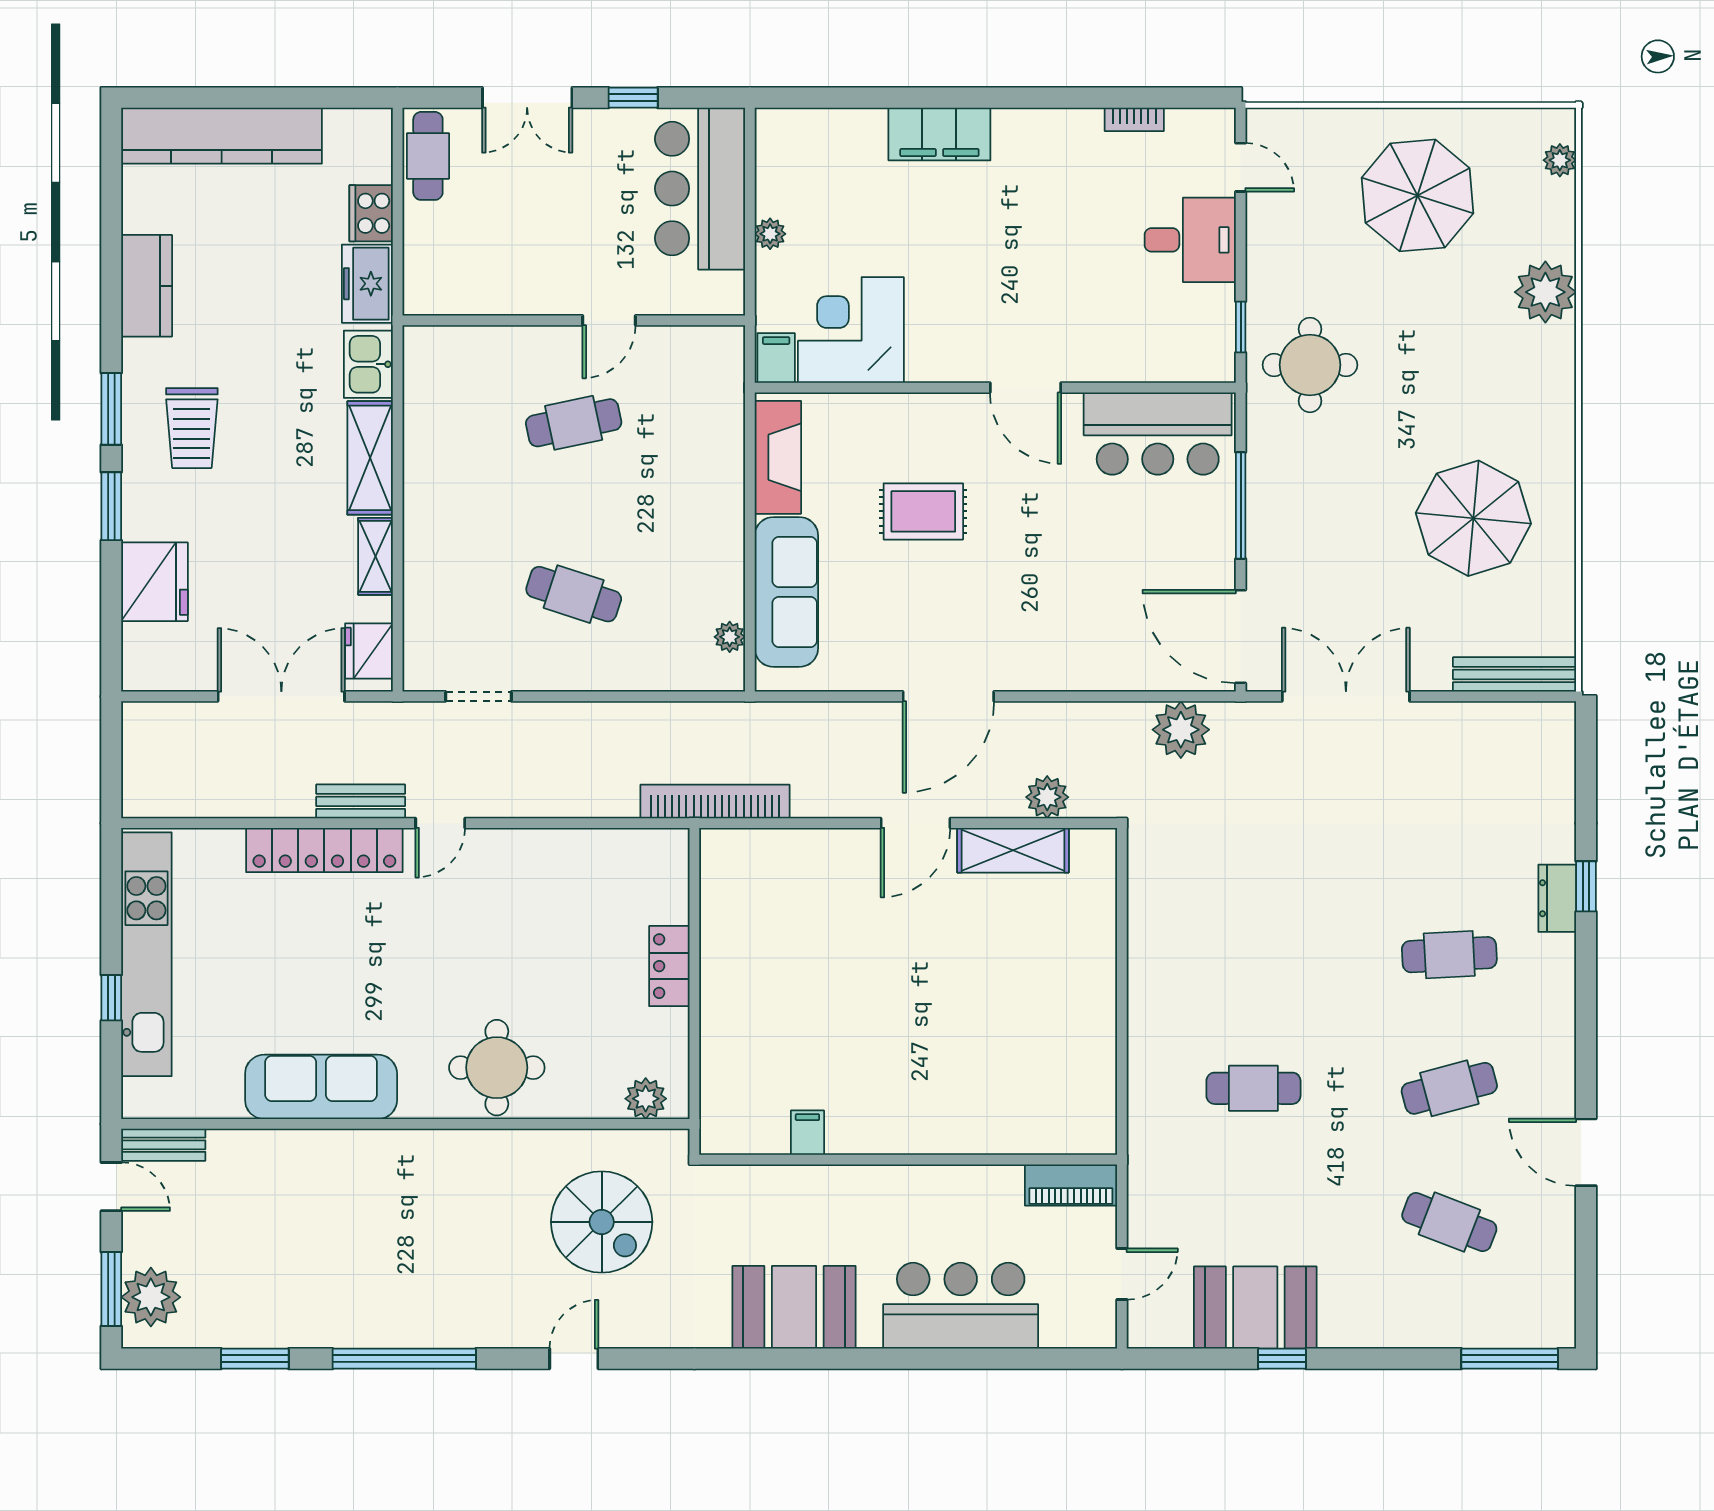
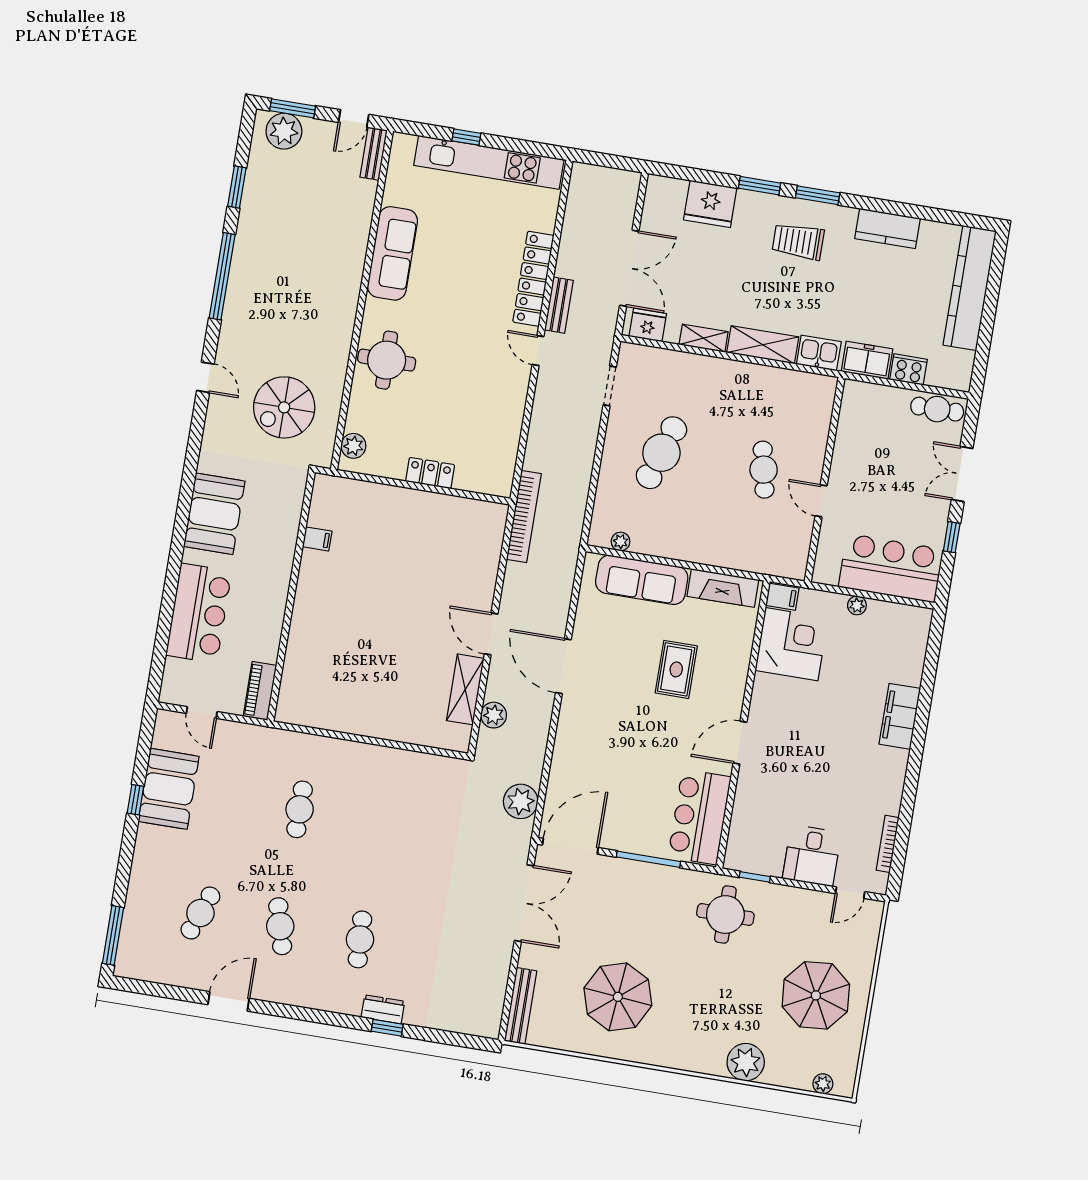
bookcase: (1134, 119) -> (888, 844), width x1.56
cafe table: (574, 594) -> (661, 453), width x1.37, depth x1.35

